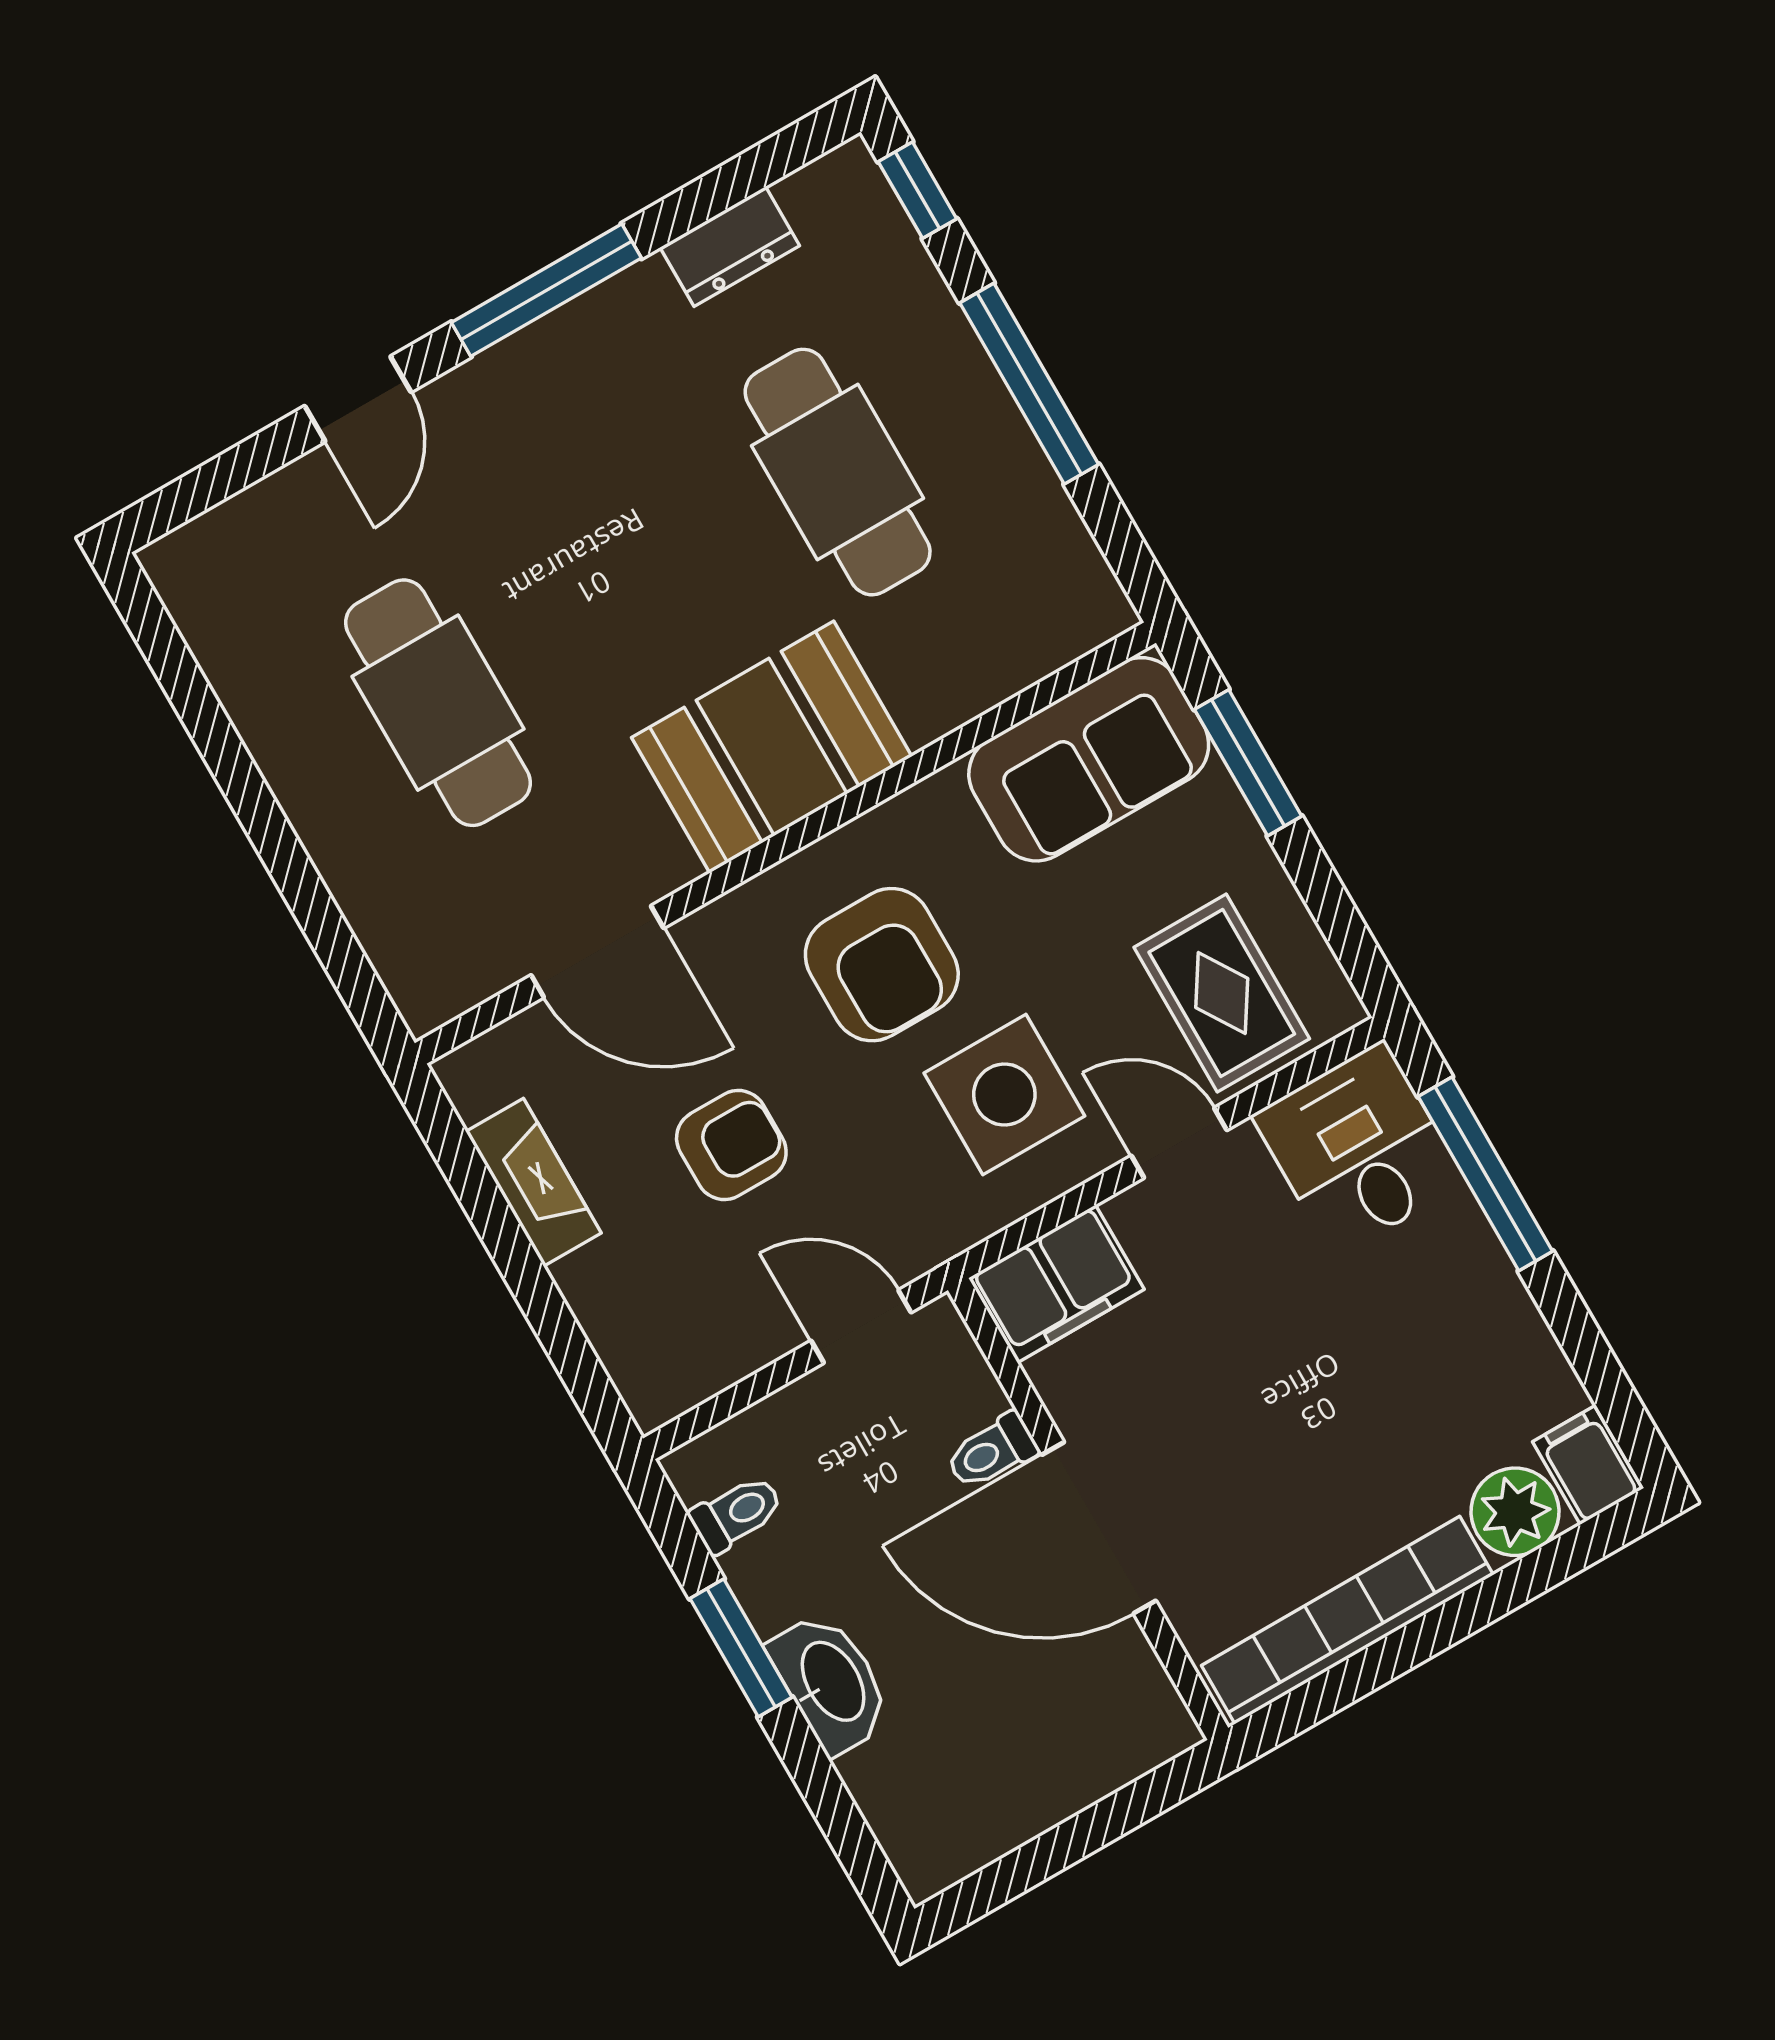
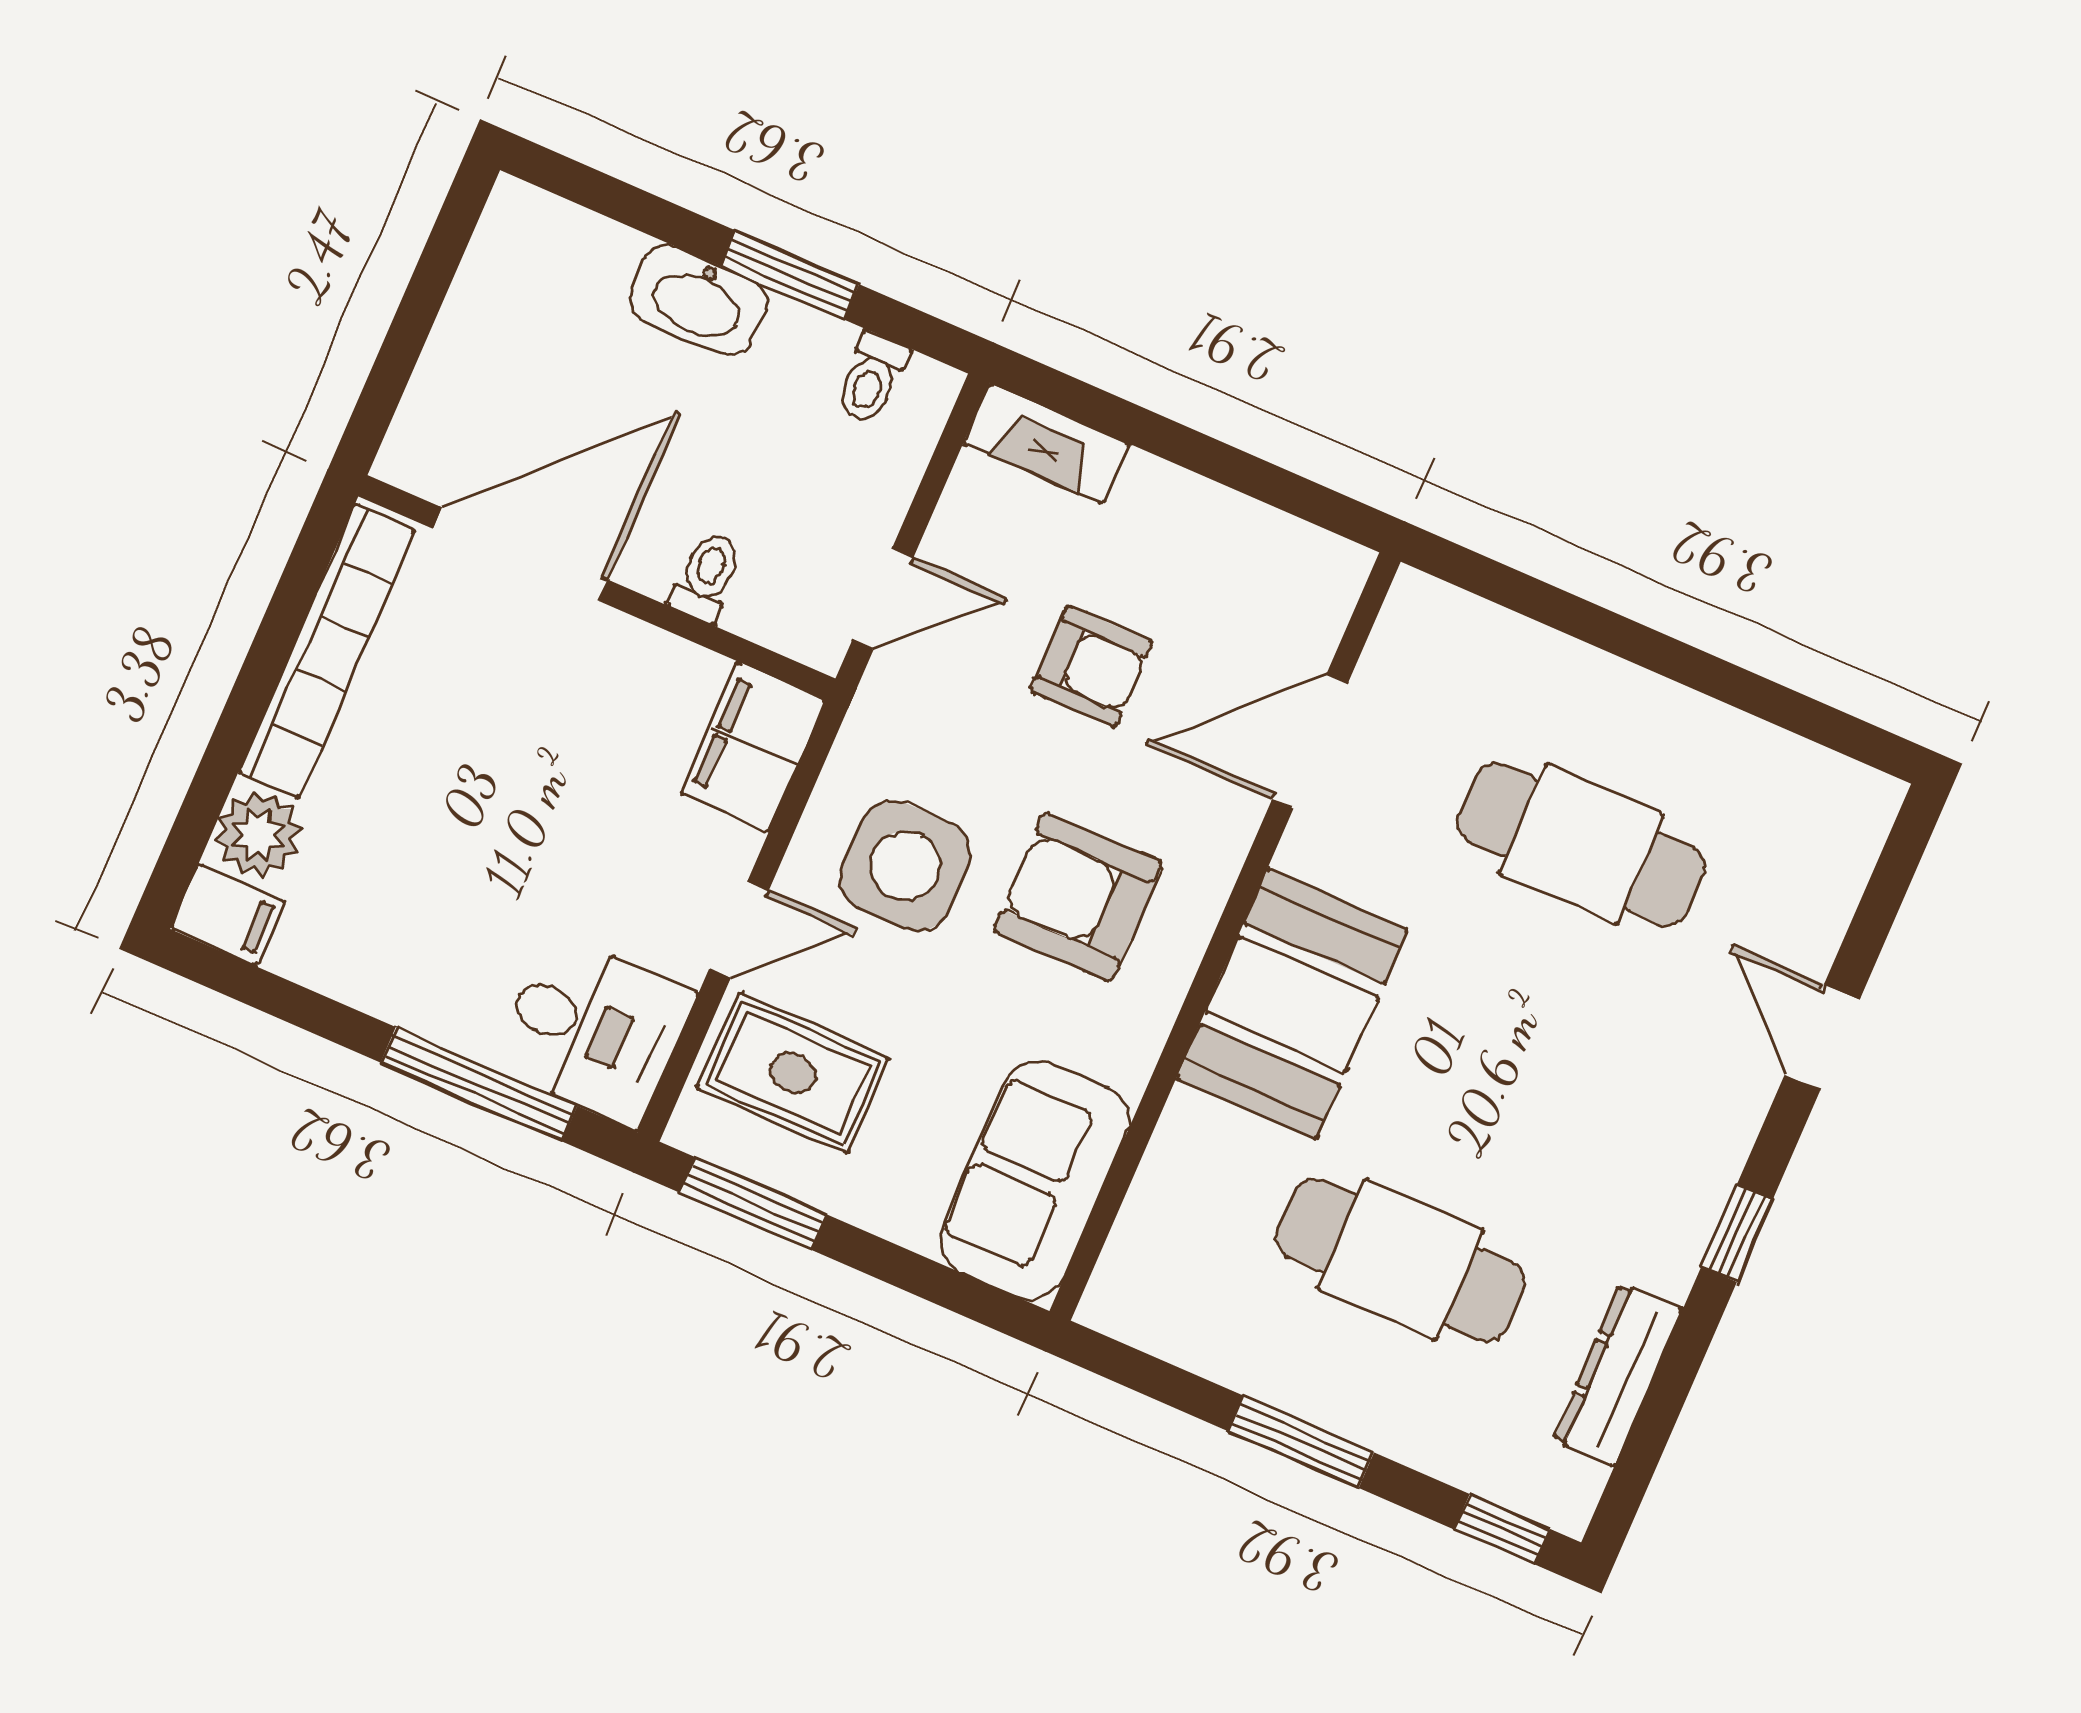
dresser: (730, 247) -> (1617, 1375), width x1.44
window: (546, 290) -> (1737, 1233), width x0.46
window: (1029, 384) -> (1301, 1442), width x0.69
window: (1248, 763) -> (753, 1204), moved
armchair: (731, 1145) -> (1091, 666), turned -90
fireplace: (533, 1182) -> (1047, 443), moved
door: (1099, 1528) -> (520, 554), moved

